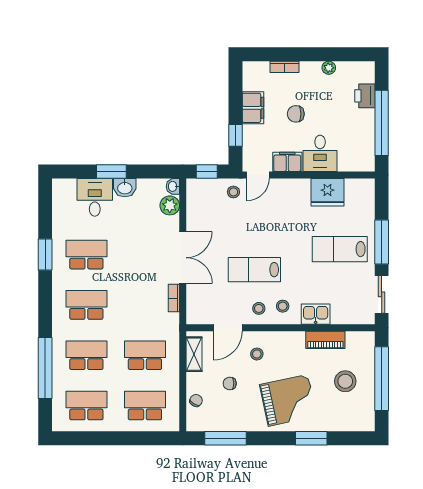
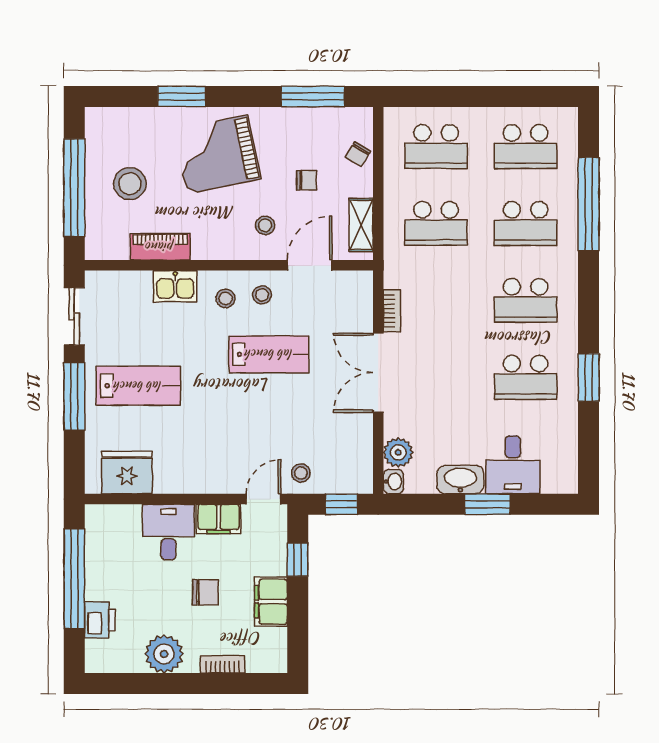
plant: (329, 68) -> (164, 654), width x1.88, depth x1.88
washbasin: (125, 188) -> (460, 480), width x1.38
fridge: (327, 192) -> (127, 473), moved

